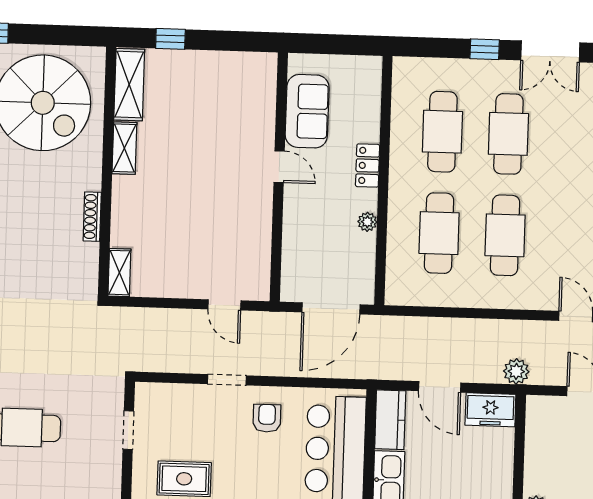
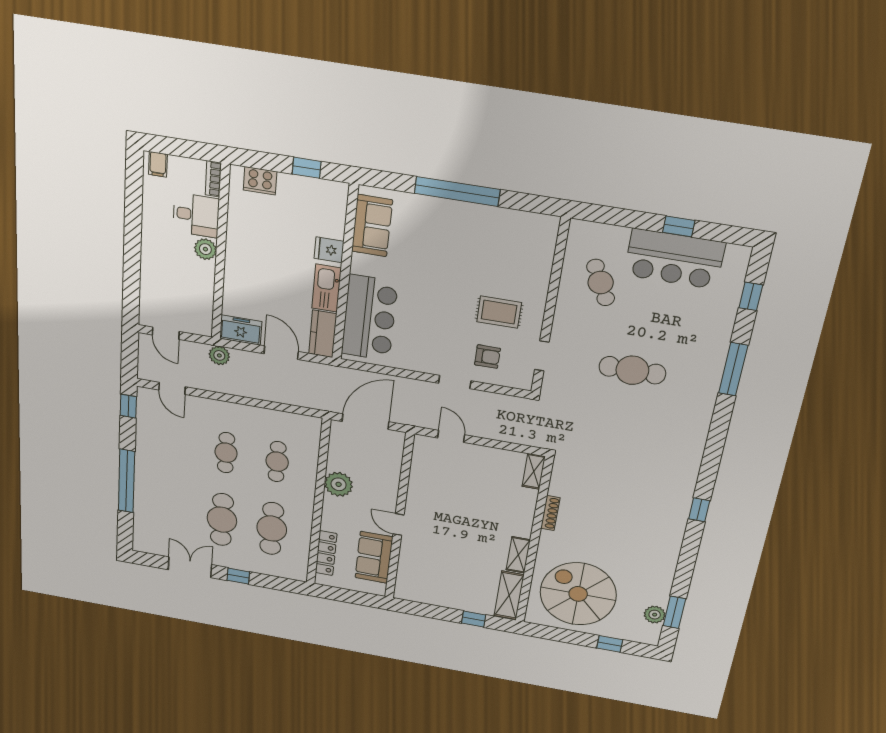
locker: (368, 166) -> (326, 553), moved, width x1.53
plant: (367, 222) -> (339, 484), width x1.88, depth x1.88
cafe table: (439, 233) -> (277, 462), width x0.73, depth x0.74
cafe table: (505, 235) -> (226, 453), width x0.73, depth x0.74
armchair: (267, 418) -> (487, 357), moved, turned -90

